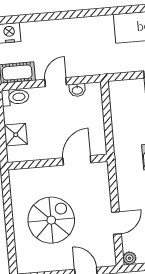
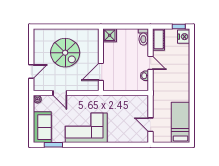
shower: (16, 135) -> (110, 35), moved
door: (77, 160) -> (101, 72), swing flipped

